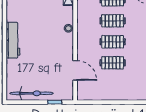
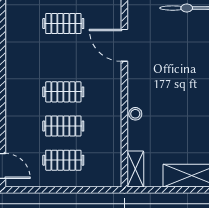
clothes rail: (113, 63) -> (63, 24), moved

